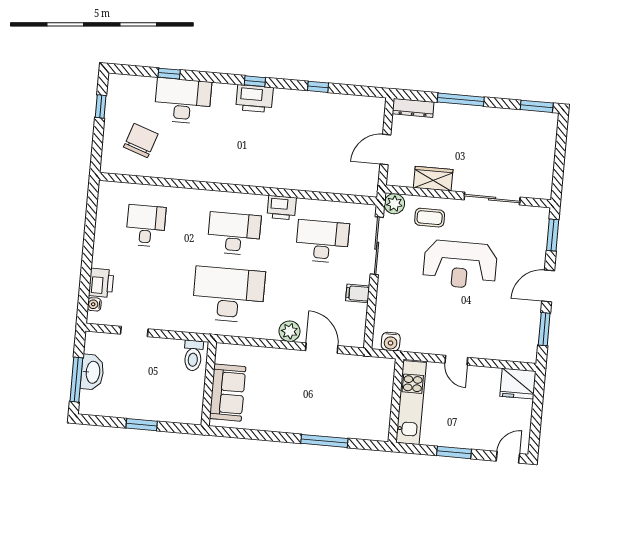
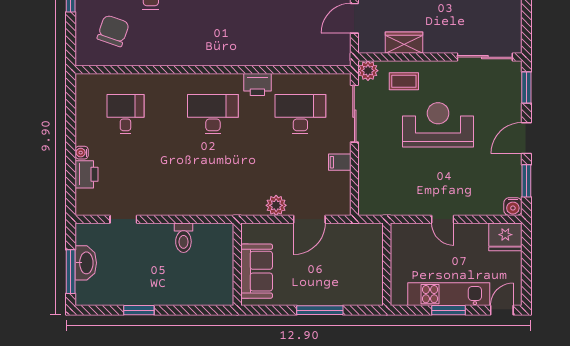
sliding door: (492, 199) -> (485, 57), moved
reception desk: (460, 265) -> (438, 125), turned 180
desk: (229, 295) -> (213, 175), removed
water cooler: (94, 304) -> (82, 153), moved
water cooler: (391, 342) -> (513, 207), moved
door: (322, 348) -> (309, 219), swing flipped
wall: (209, 384) -> (237, 264), moved
sofa: (228, 393) -> (257, 271), moved
kitchen unit: (411, 403) -> (449, 294), moved, turned -90

